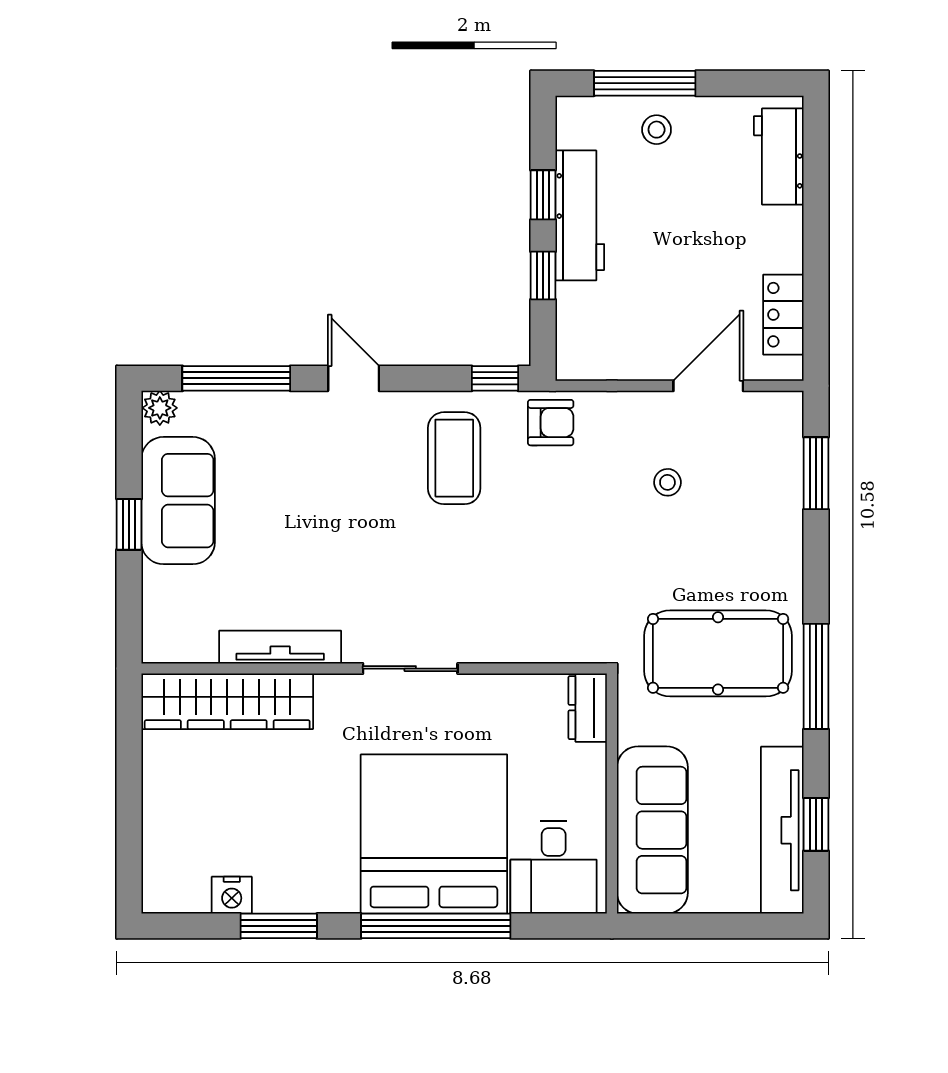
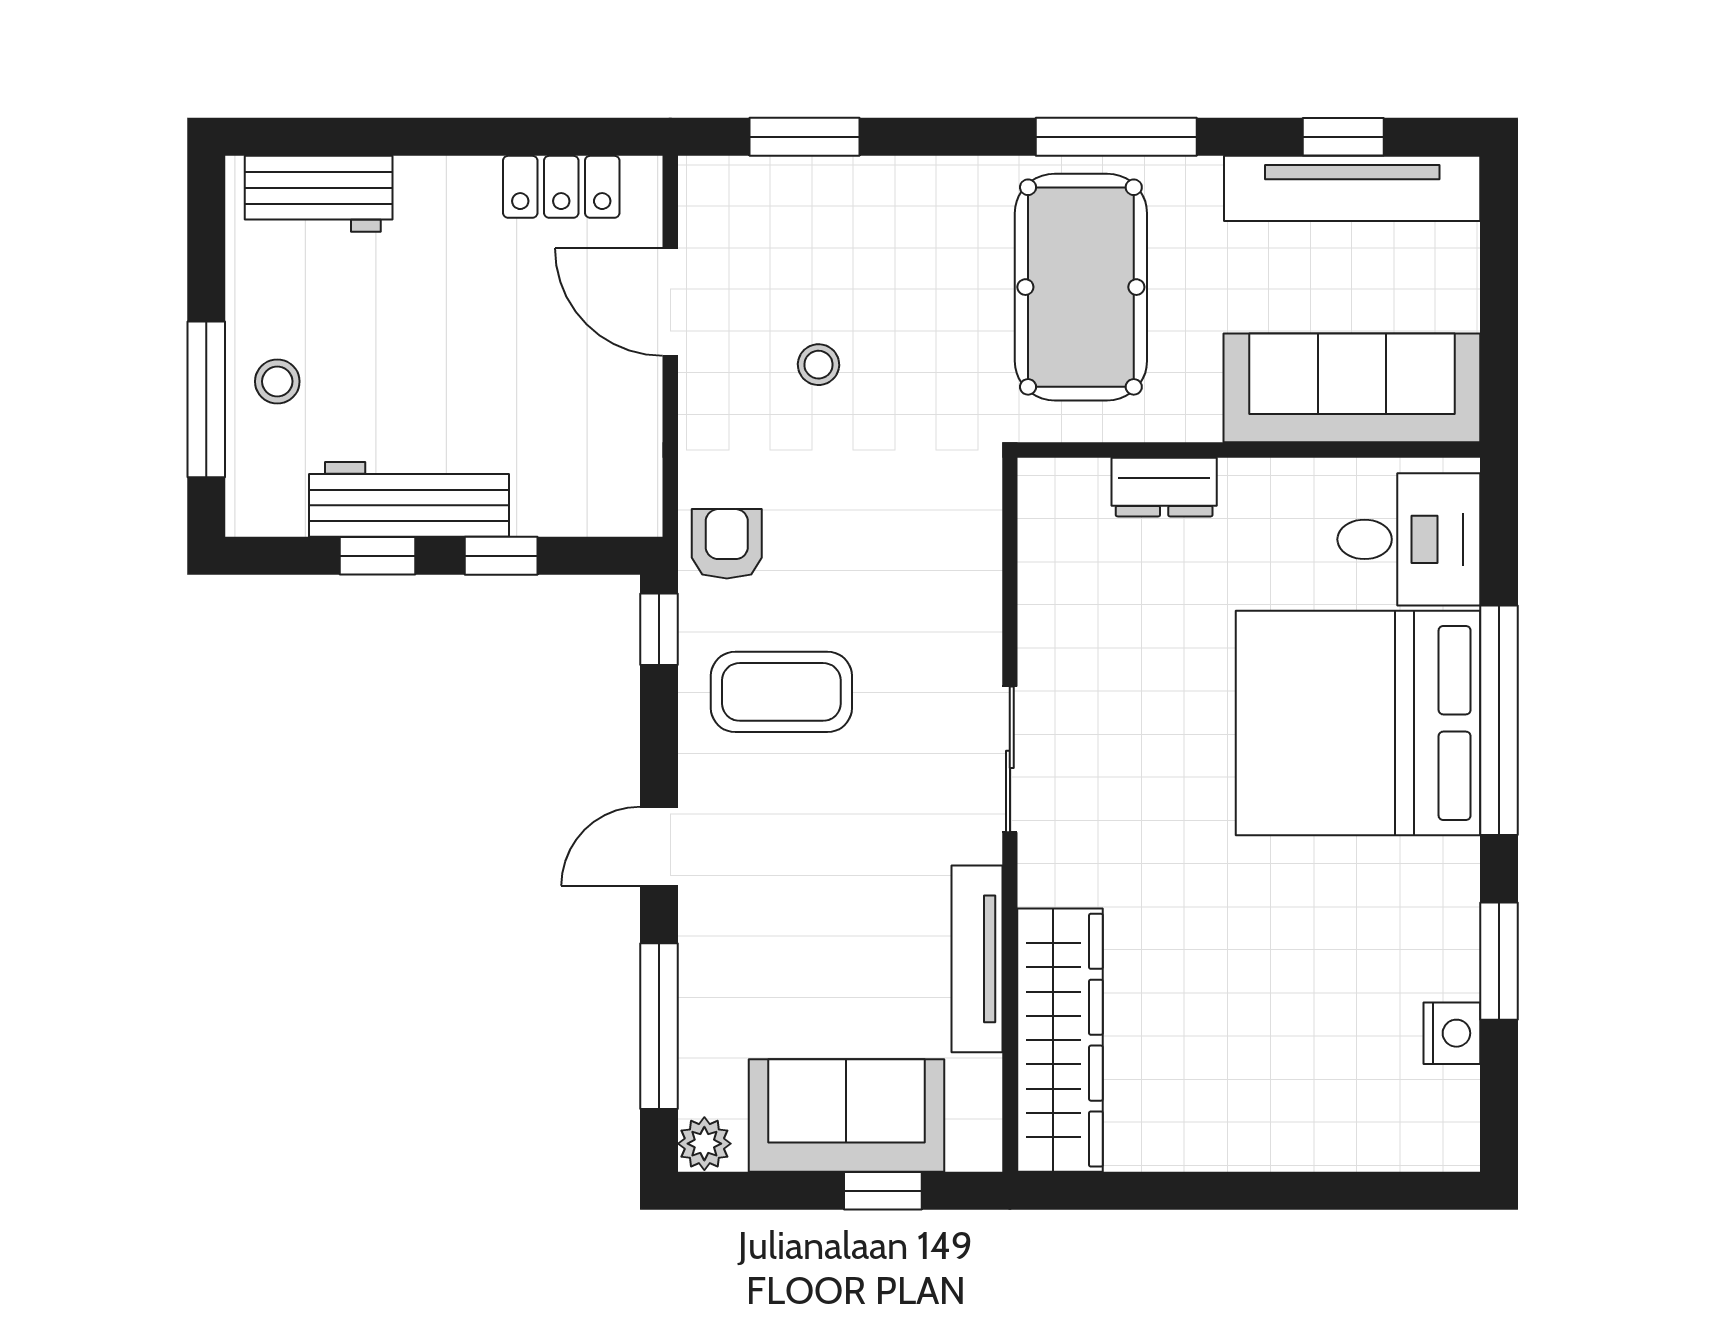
tv unit: (280, 647) -> (977, 959), moved
wall: (374, 669) -> (1010, 815), moved
sliding door: (410, 669) -> (1010, 759), moved
wardrobe: (227, 701) -> (1060, 1040), moved

